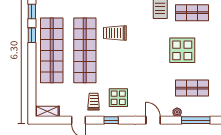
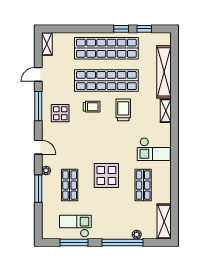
trolley: (94, 102) -> (92, 107), moved
window: (111, 120) -> (38, 106), width x2.17
door: (153, 120) -> (38, 147), hinge flipped

